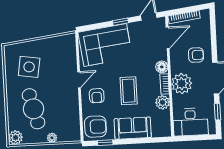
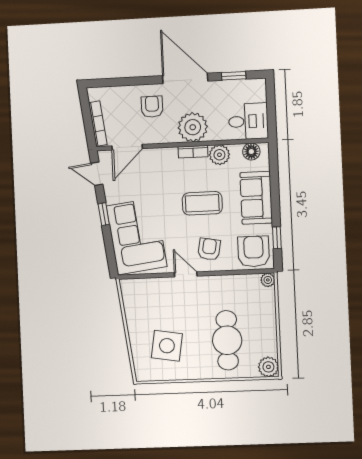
door: (168, 38) -> (127, 147), swing flipped
floor lamp: (162, 67) -> (251, 152), moved
armchair: (97, 96) -> (209, 249), turned -80
cafe table: (33, 109) -> (227, 340), turned -76
desk: (190, 122) -> (248, 121), width x0.73
plant: (52, 138) -> (268, 280), moved

